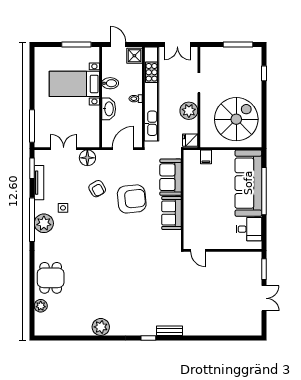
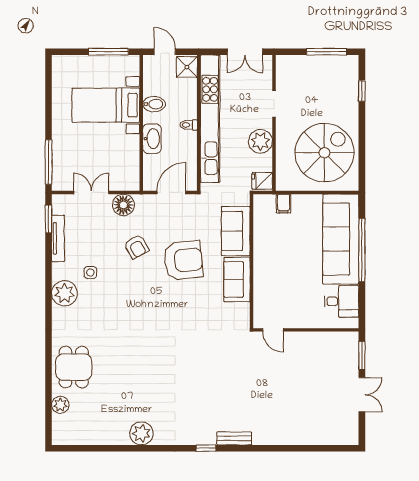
window: (32, 220) -> (49, 289), removed

